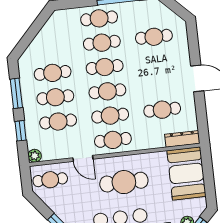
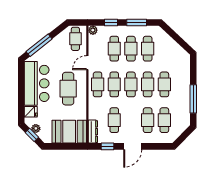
cafe table: (99, 18) -> (148, 120), moved
window: (201, 115) -> (108, 146), added

